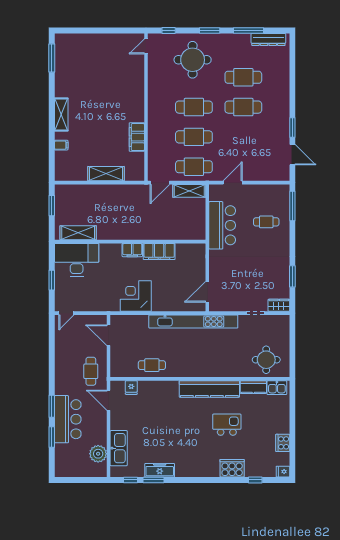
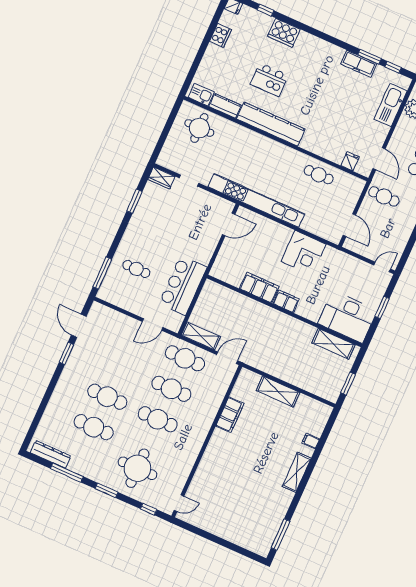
cafe table: (91, 371) -> (384, 196), turned 90

